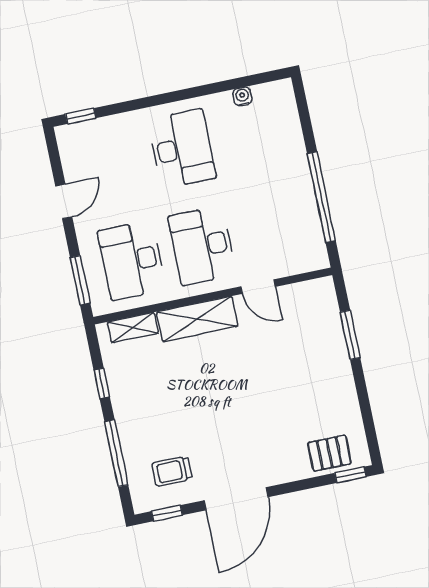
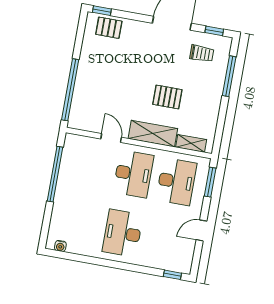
water cooler: (242, 96) -> (60, 246), moved
window: (350, 335) -> (70, 90), width x2.11
window: (102, 383) -> (221, 119), removed
pallet: (198, 384) -> (167, 97), added

